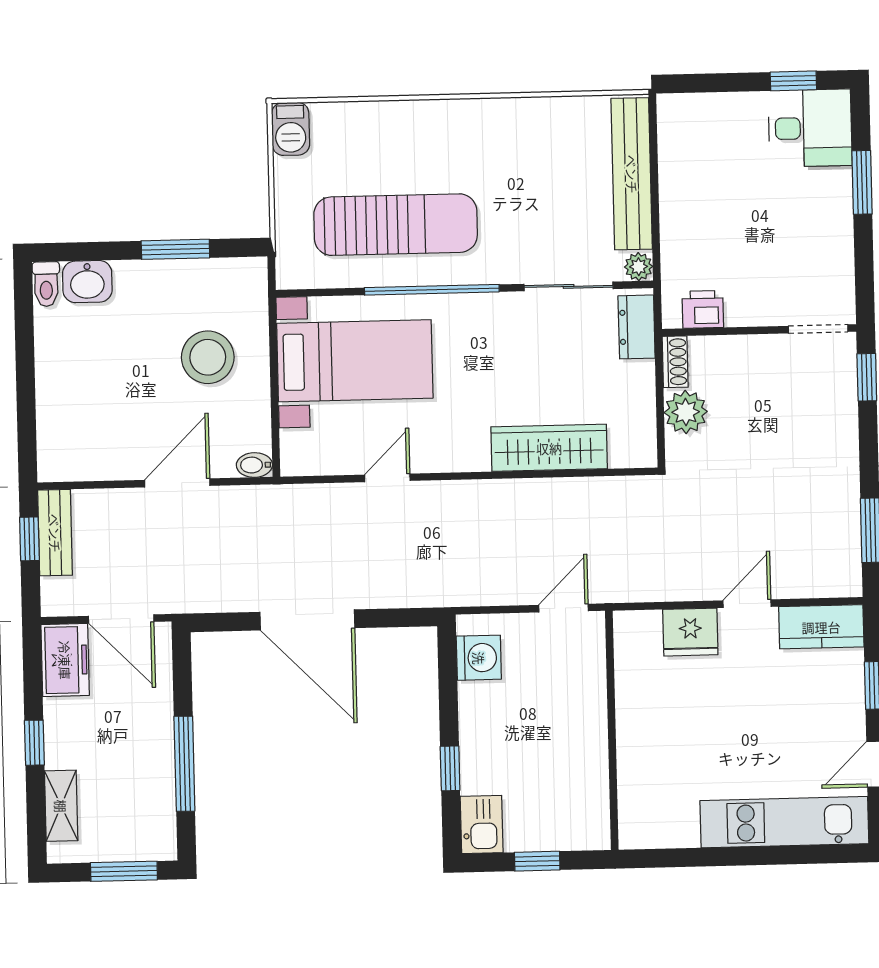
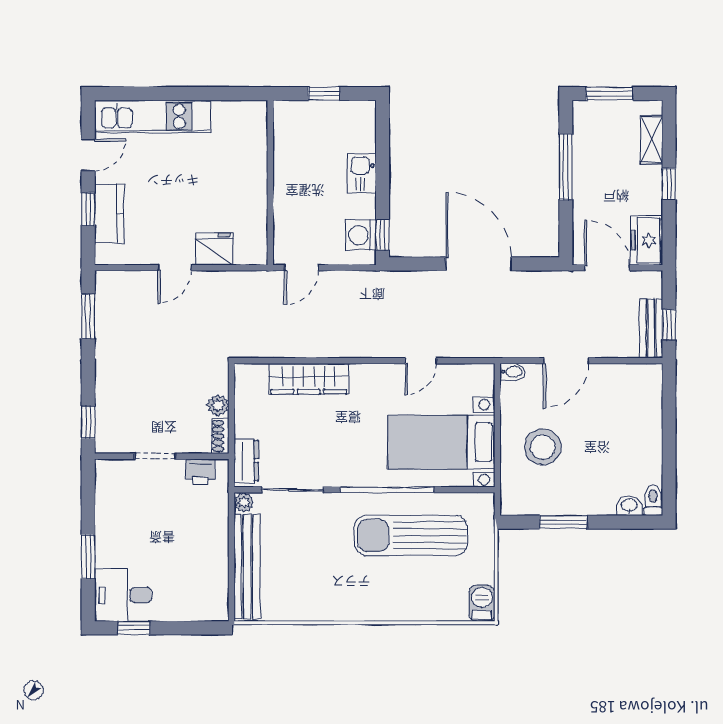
washbasin: (87, 282) -> (629, 506), width x0.72, depth x0.69
doorway: (818, 329) -> (155, 456), moved
plant: (686, 412) -> (218, 405), width x0.73, depth x0.73
kitchen counter: (821, 627) -> (109, 214), moved, turned 90
window: (450, 768) -> (382, 235), moved
kitchen sink: (482, 824) -> (362, 173), moved

